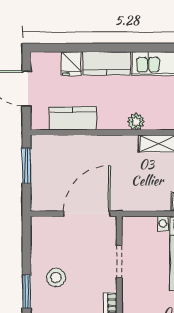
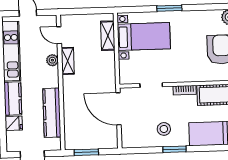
kitchen counter: (73, 118) -> (52, 113), width x1.50
plant: (136, 122) -> (52, 60), moved

